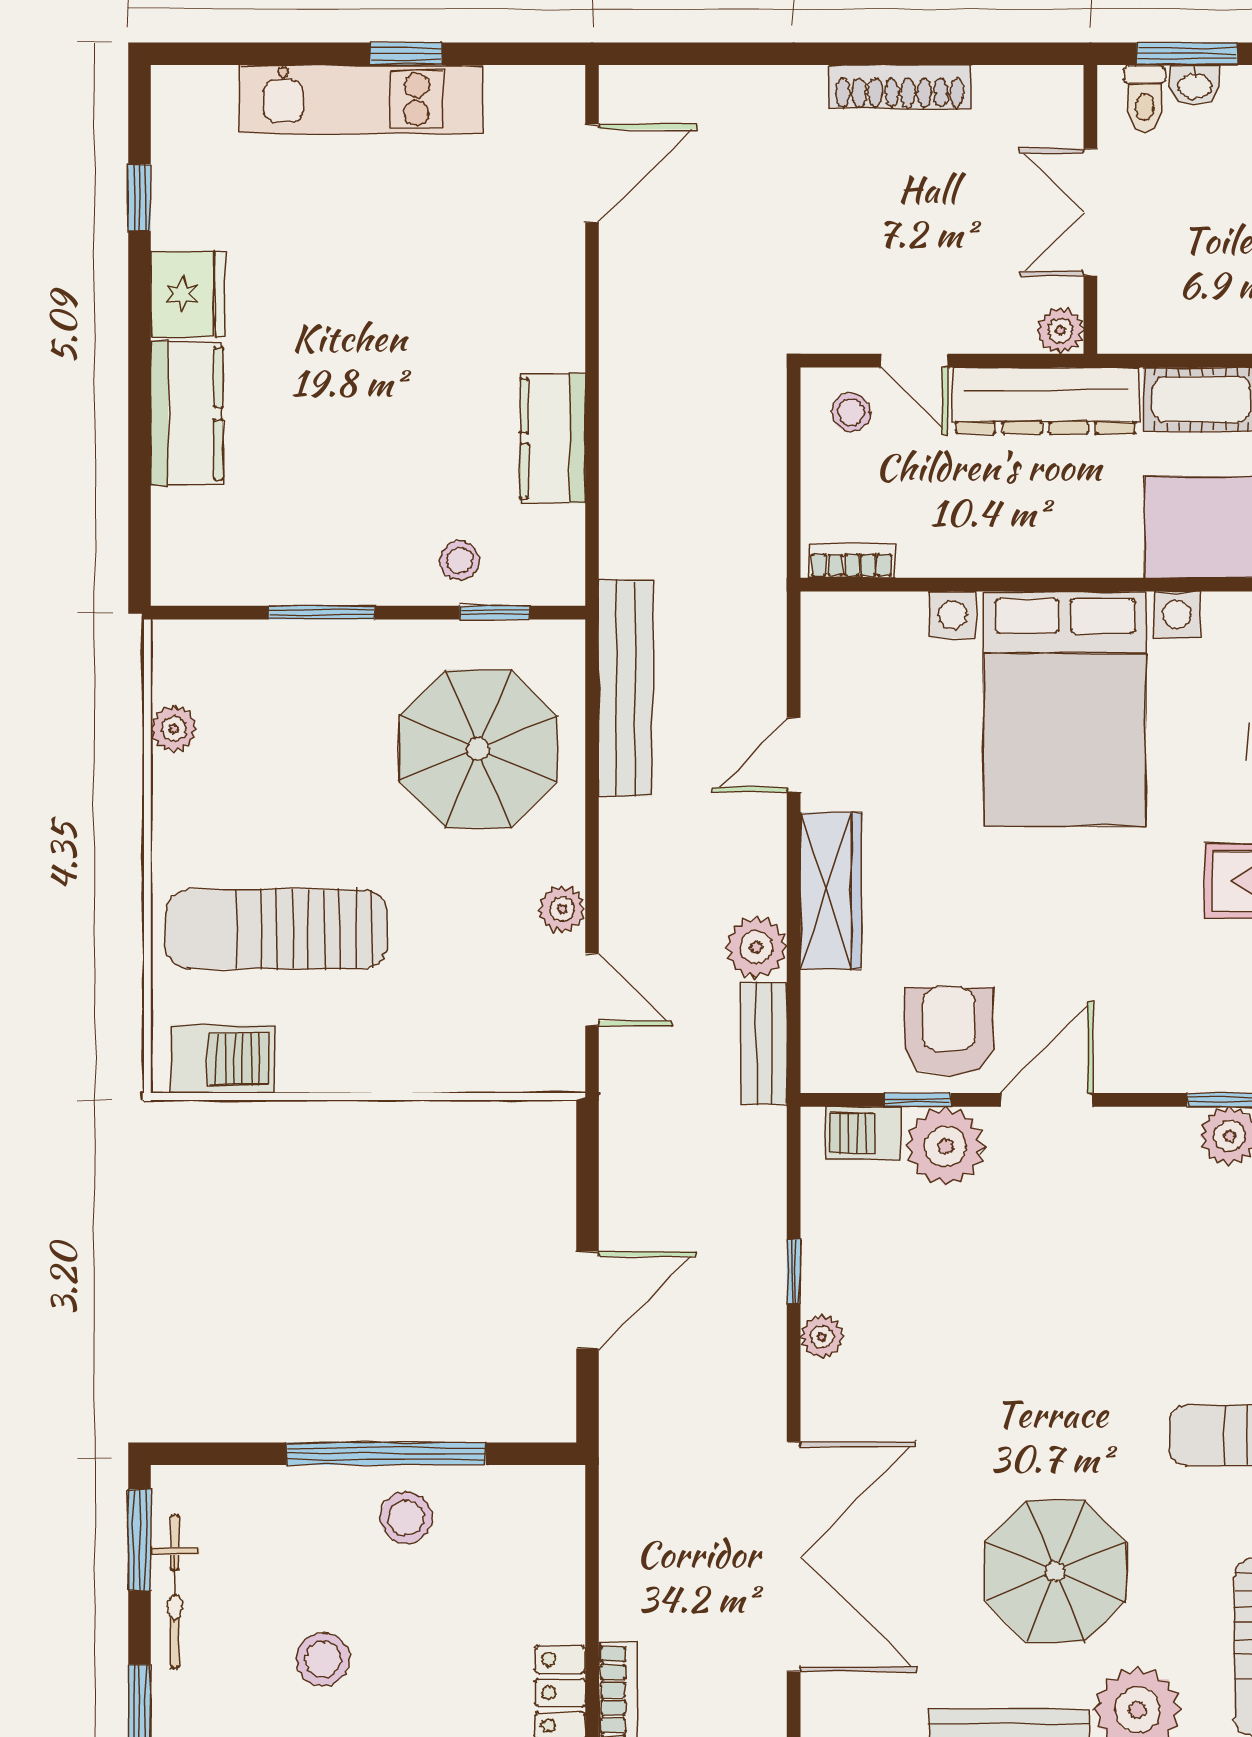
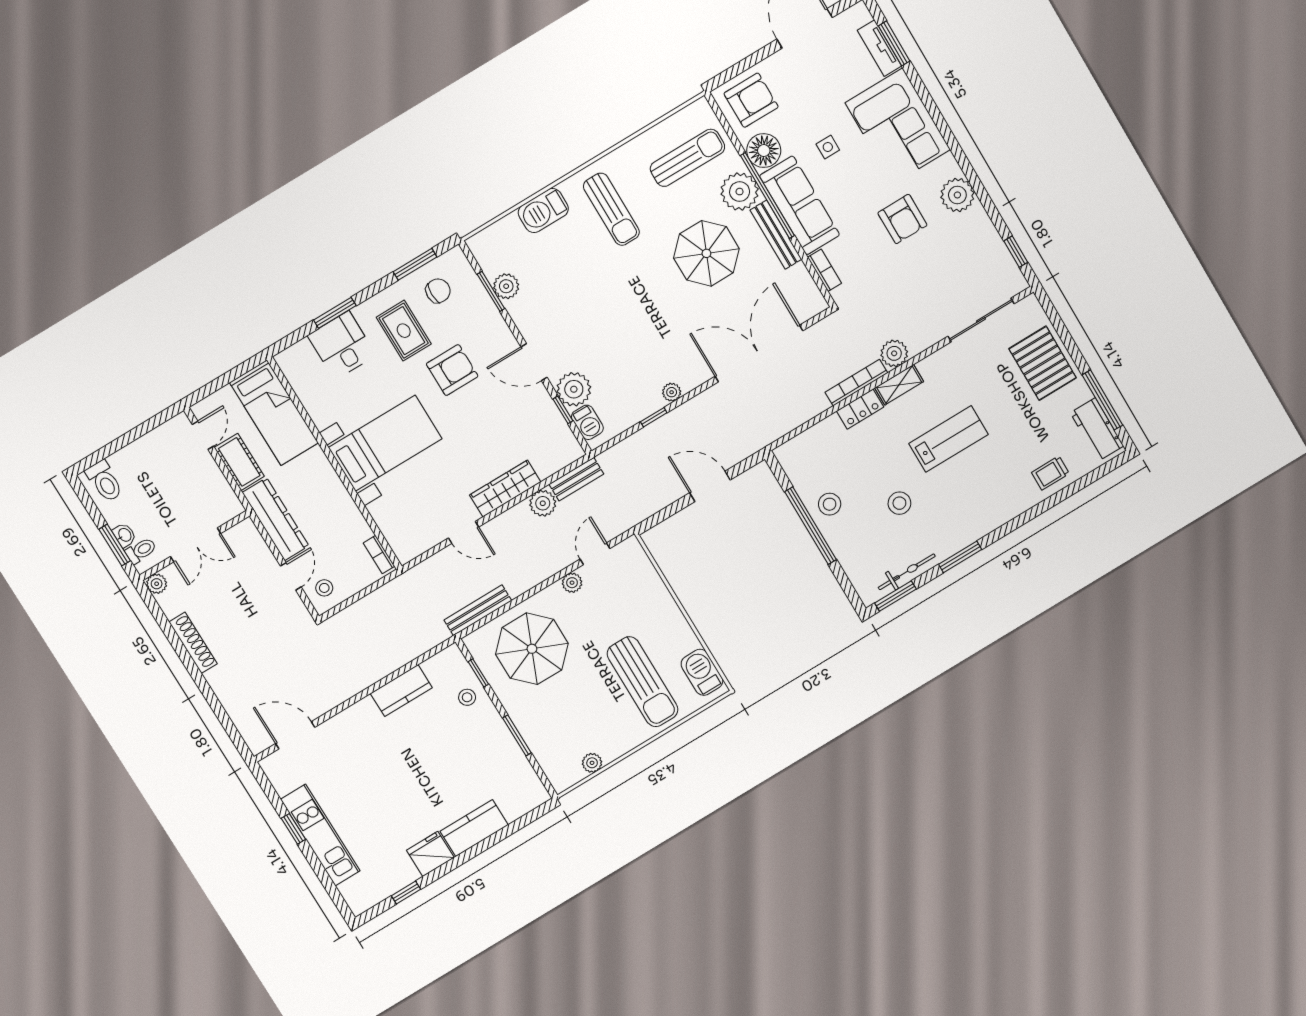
plant: (1060, 331) -> (157, 584), moved
bench: (626, 688) -> (478, 610), width x0.73, depth x0.82
bed with nightstands: (1065, 709) -> (385, 443), width x0.73
armchair: (949, 1032) -> (452, 370), moved, turned 180

